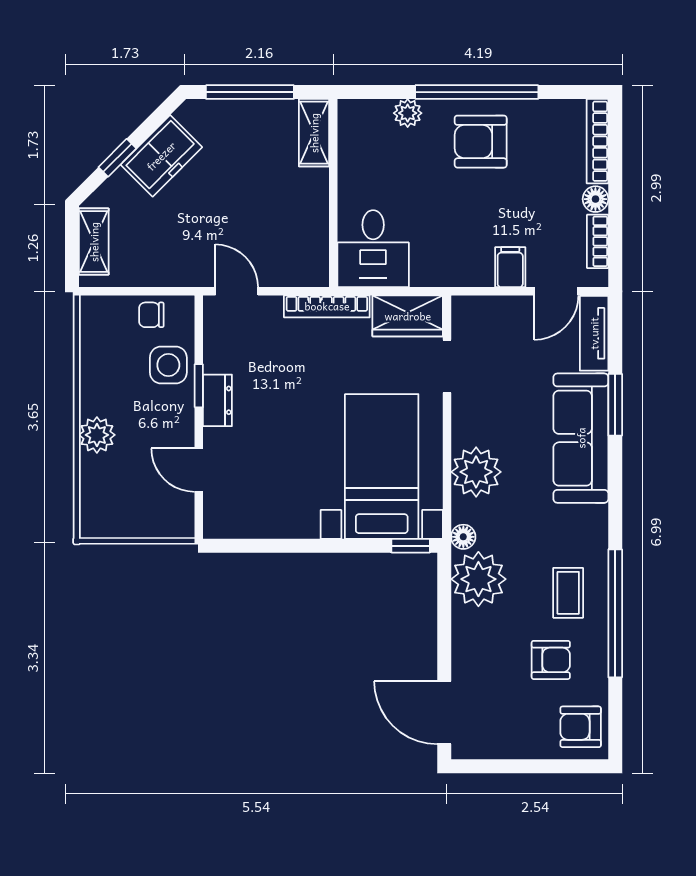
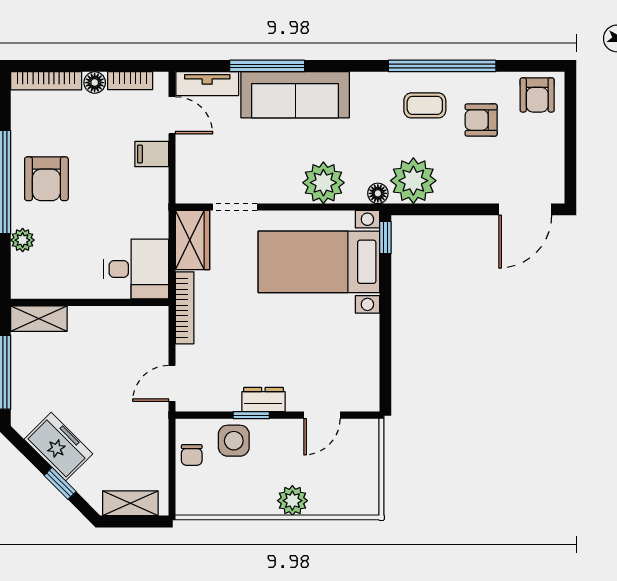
window: (615, 405) -> (267, 66), width x1.44
armchair: (551, 660) -> (481, 120), turned -90

